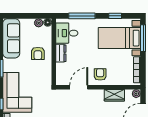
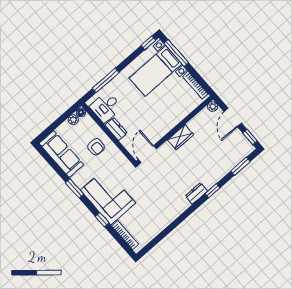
window: (115, 16) -> (148, 43), moved
armchair: (100, 74) -> (166, 117), removed
door: (79, 87) -> (147, 154), moved
wardrobe: (114, 95) -> (181, 137), moved

